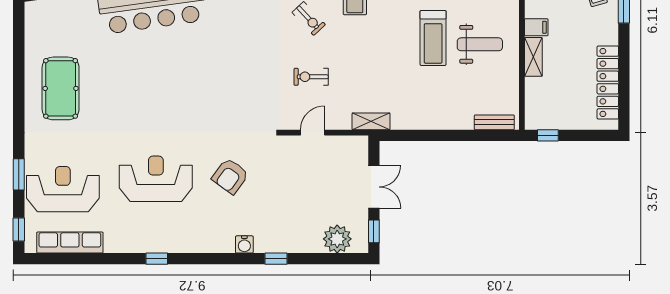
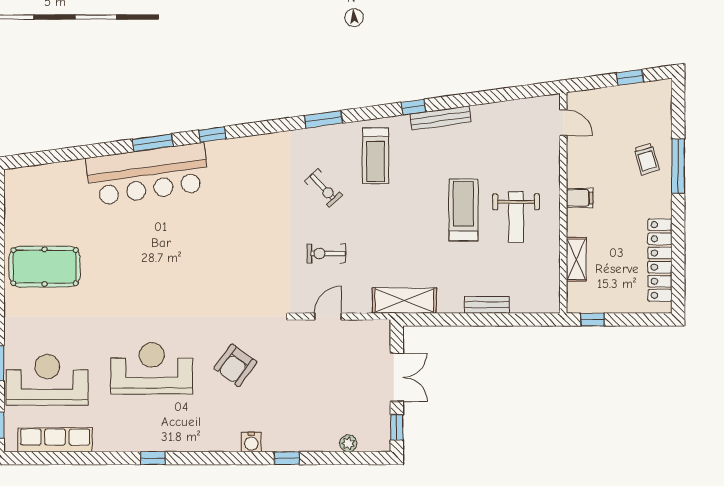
treadmill: (433, 38) -> (463, 210), turned 180
weight bench: (480, 44) -> (516, 217), turned 90
shelving: (533, 57) -> (576, 259), moved
pool table: (61, 88) -> (45, 267), turned 90
shelving: (371, 121) -> (404, 301), width x1.50, depth x1.33
bench: (494, 122) -> (487, 305), moved
plant: (337, 239) -> (348, 443), width x0.53, depth x0.53

